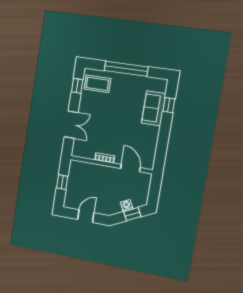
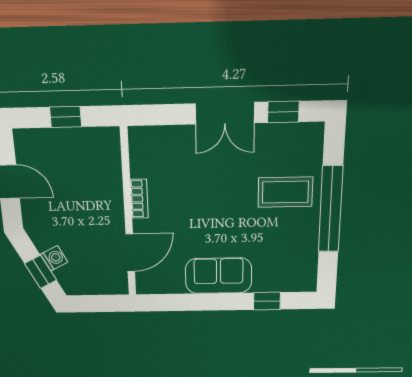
coffee table: (97, 84) -> (285, 192), moved, turned 90
sofa: (154, 108) -> (219, 276), moved
double door: (71, 125) -> (225, 113), moved

